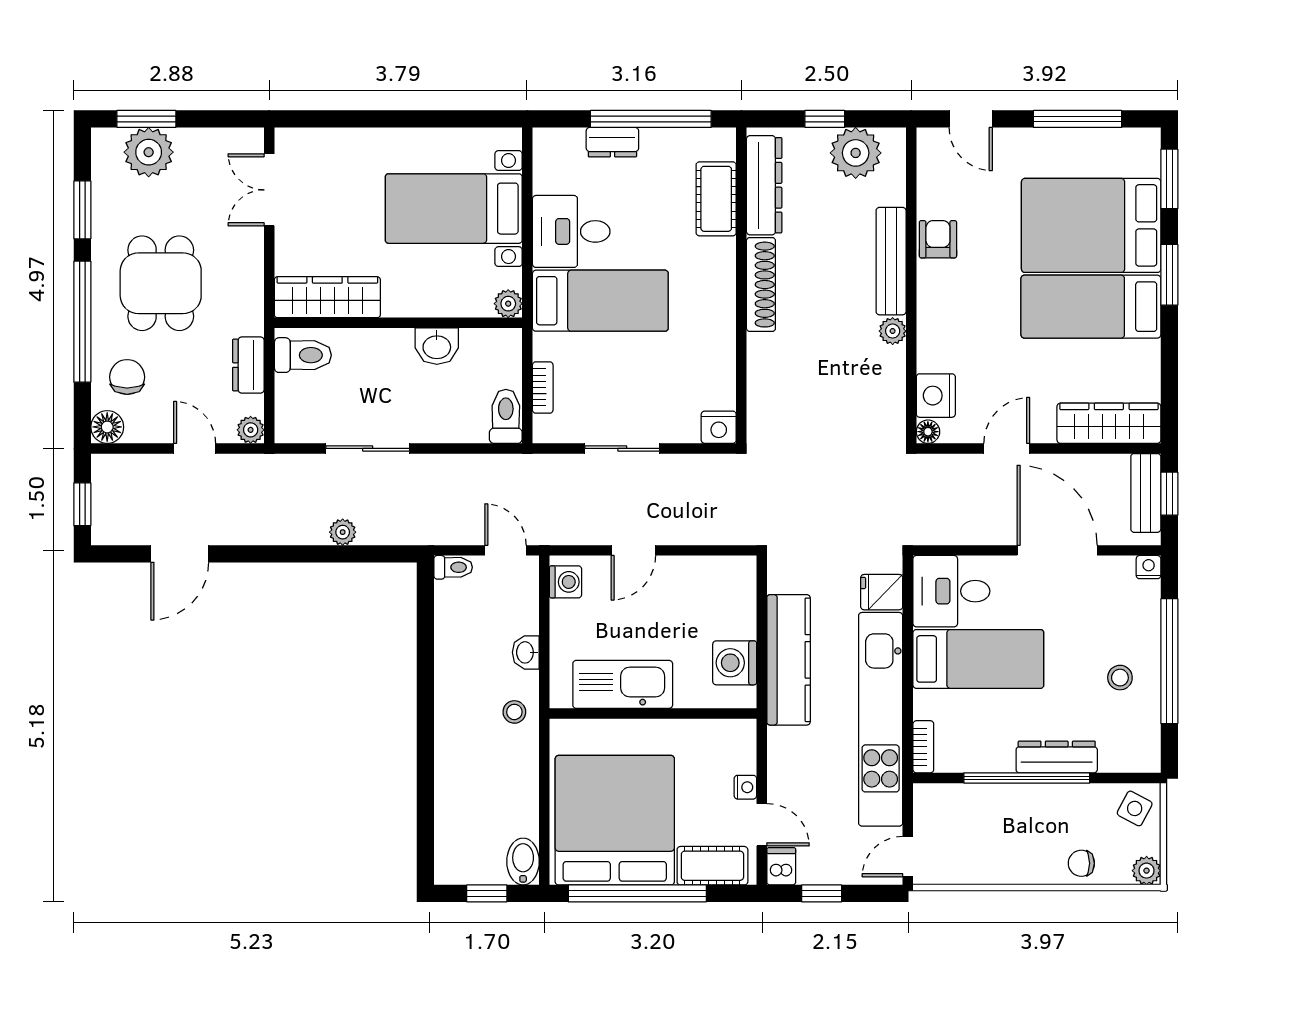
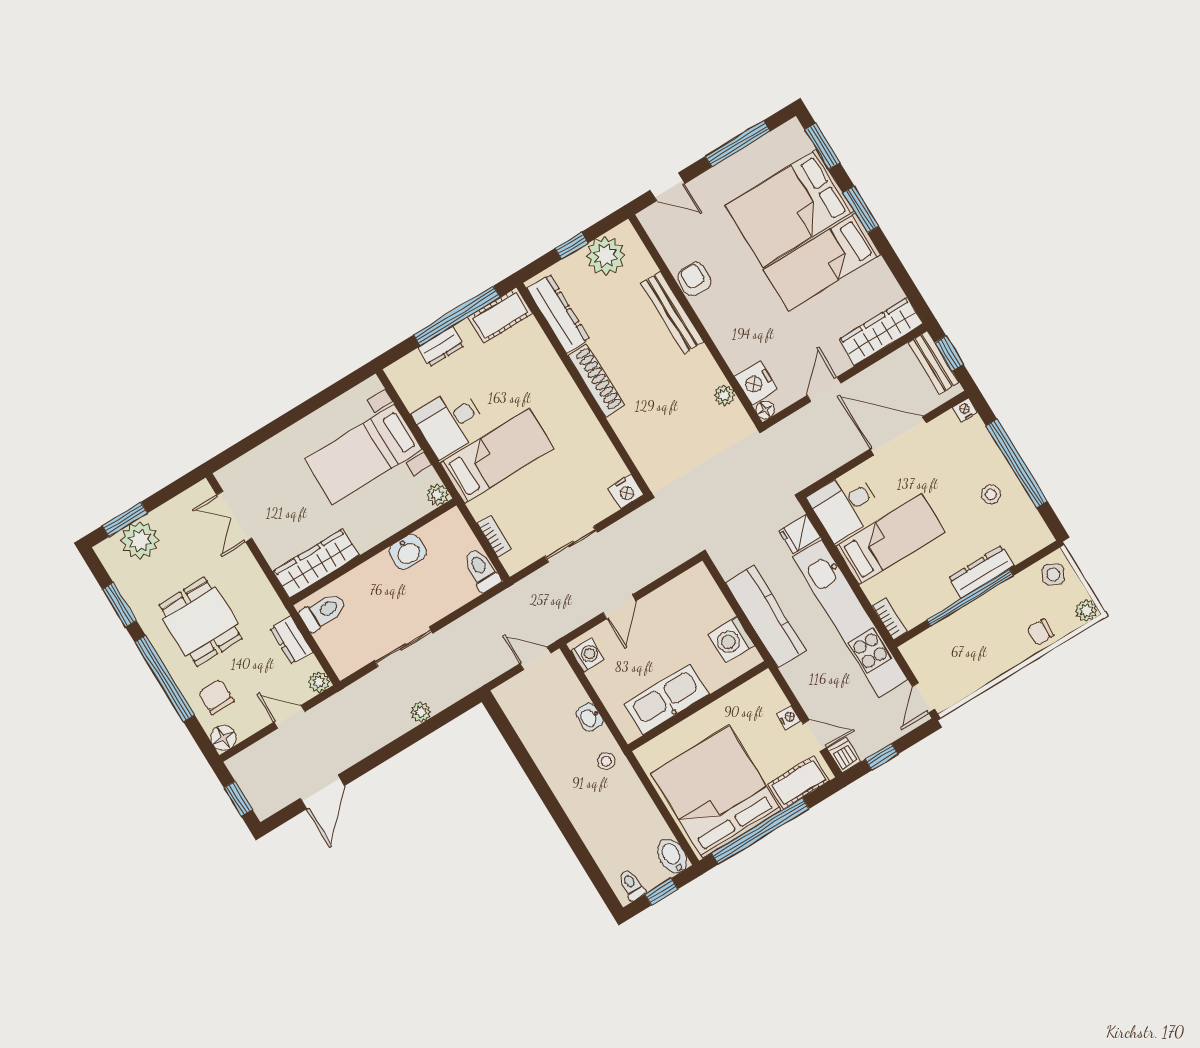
cot: (716, 199) -> (500, 315), moved, turned 90
plant: (893, 331) -> (724, 395), moved
toilet: (453, 567) -> (631, 885), moved, turned -90

